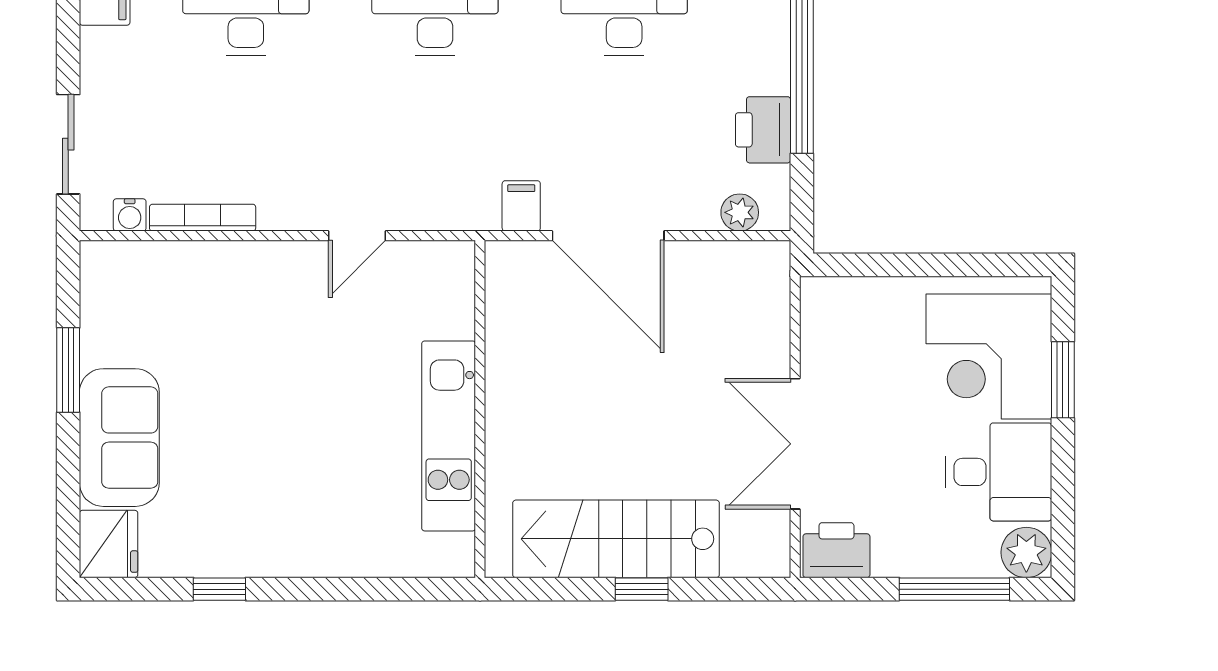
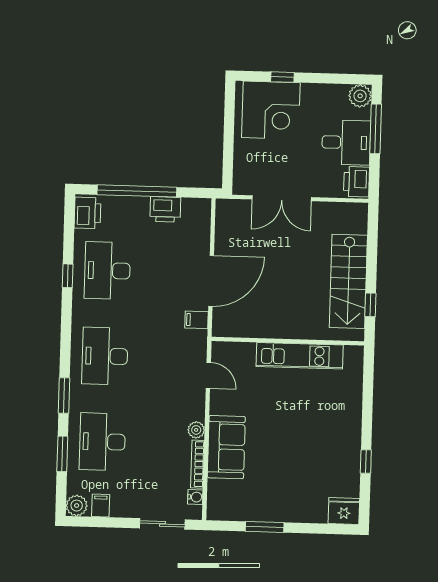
plant: (740, 212) -> (196, 430), moved
door: (357, 236) -> (208, 375), moved
window: (1063, 380) -> (282, 77), width x0.67
sofa: (119, 438) -> (226, 447), moved, turned 90
double door: (795, 444) -> (282, 198), moved
desk: (999, 472) -> (346, 142), moved, turned 90
window: (642, 589) -> (370, 305), moved

